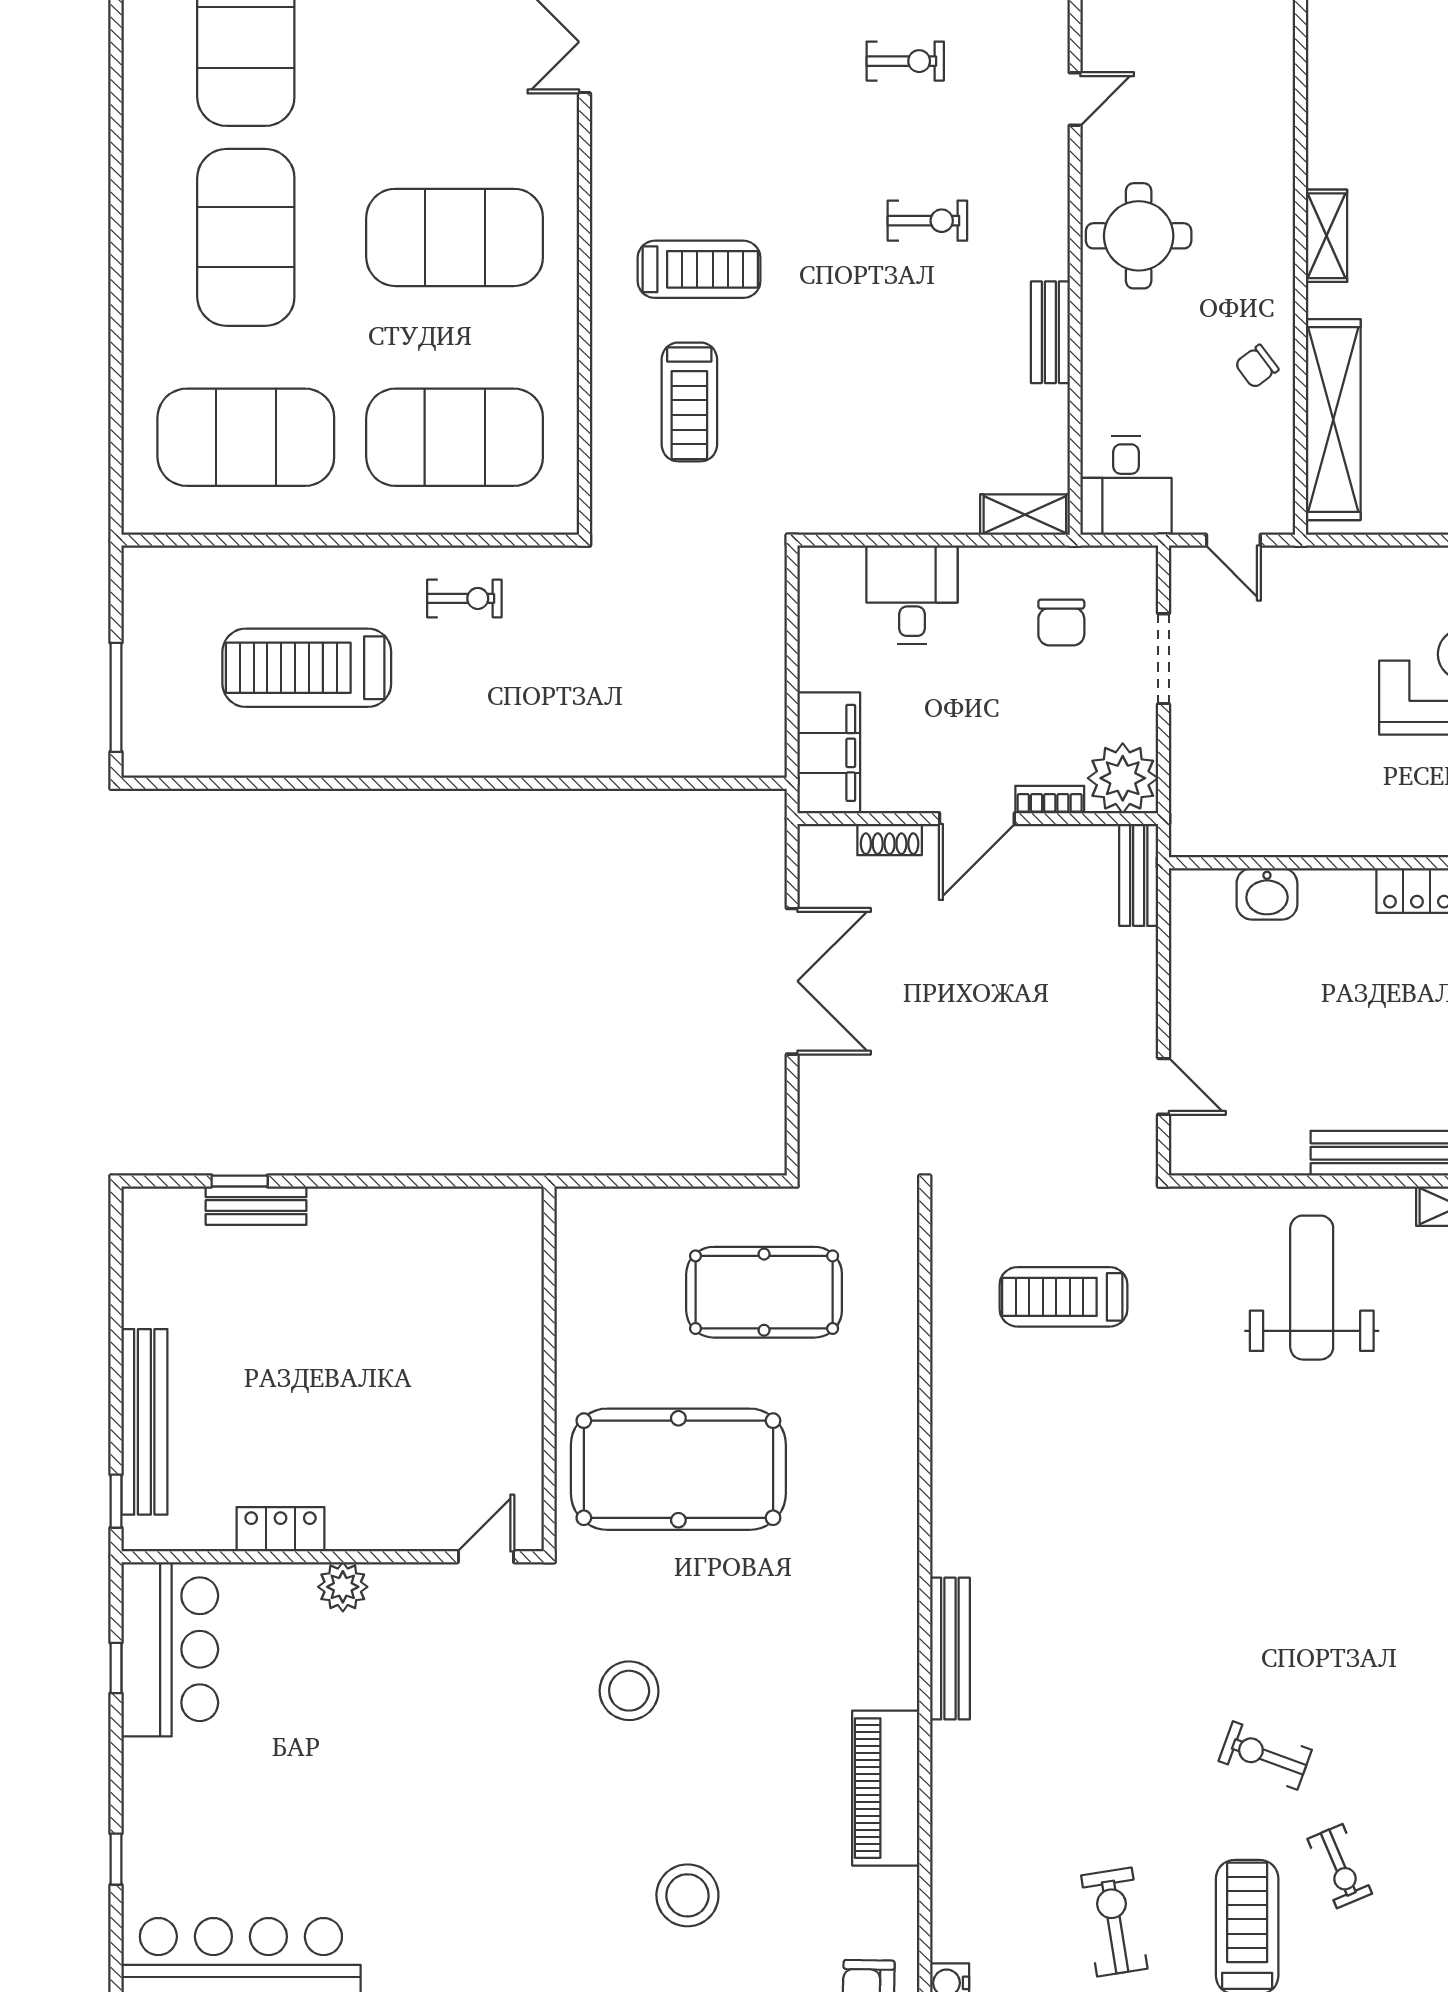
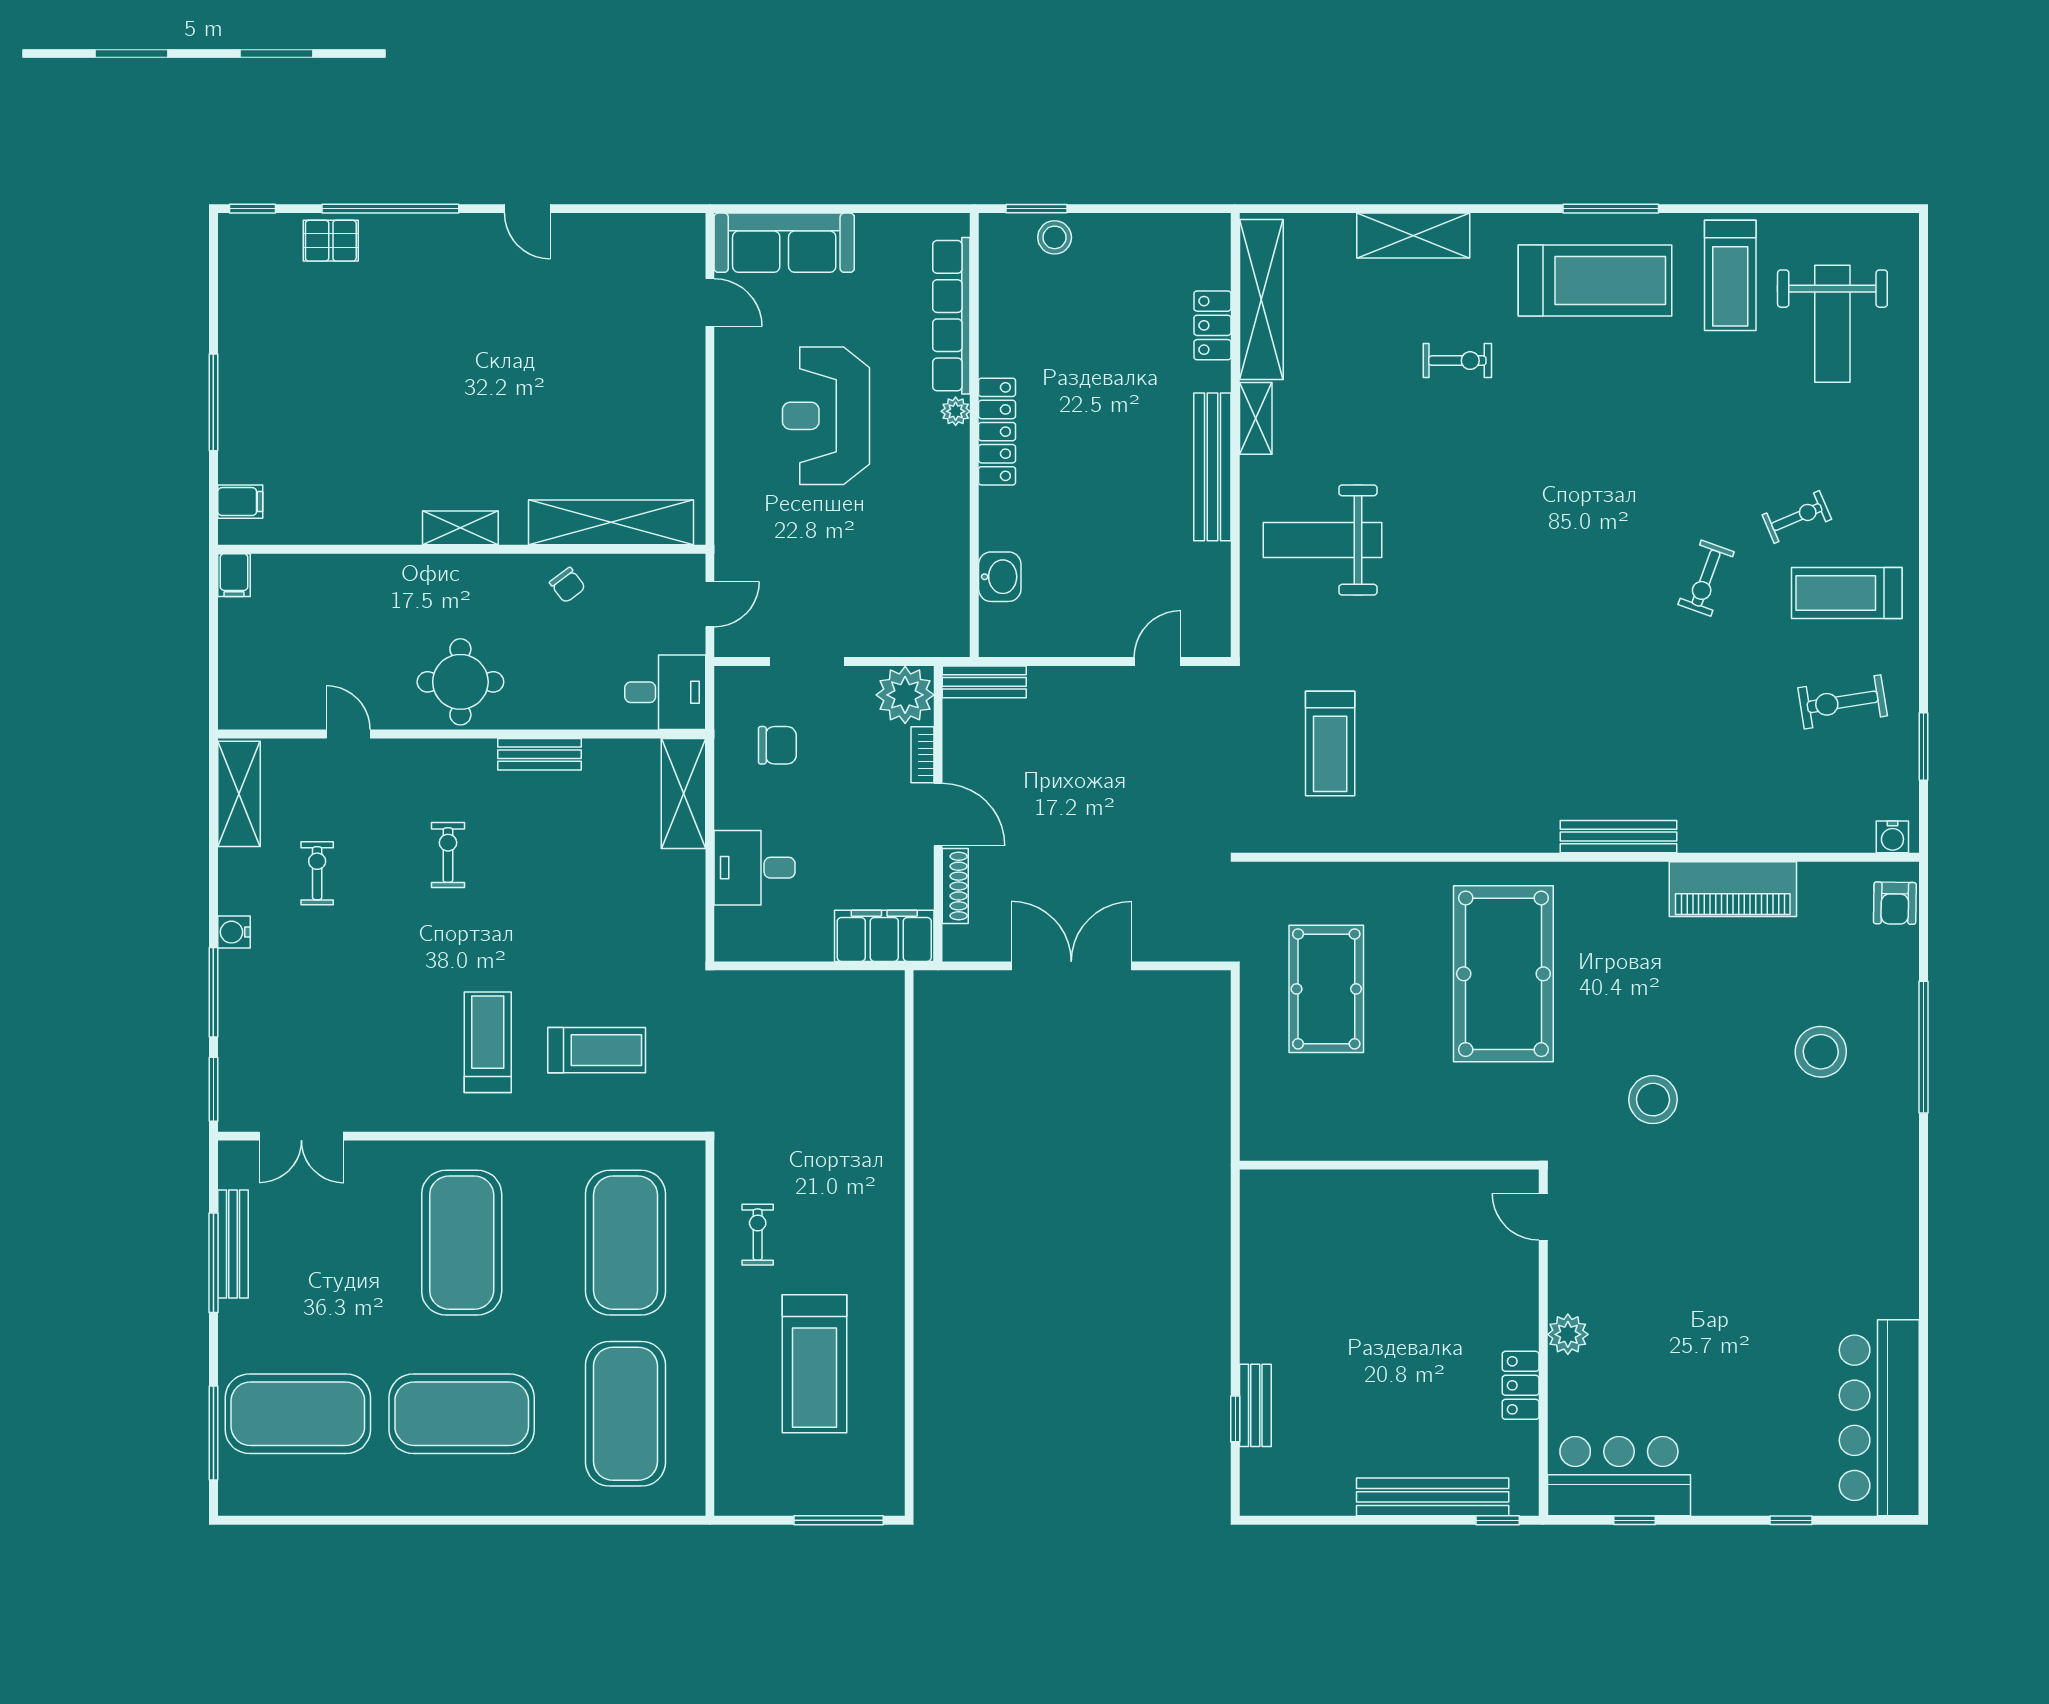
shelving: (1025, 515) -> (683, 793), width x1.50, depth x1.33
shoe rack: (890, 840) -> (955, 886), width x1.43
pool table: (678, 1469) -> (1503, 974), moved

